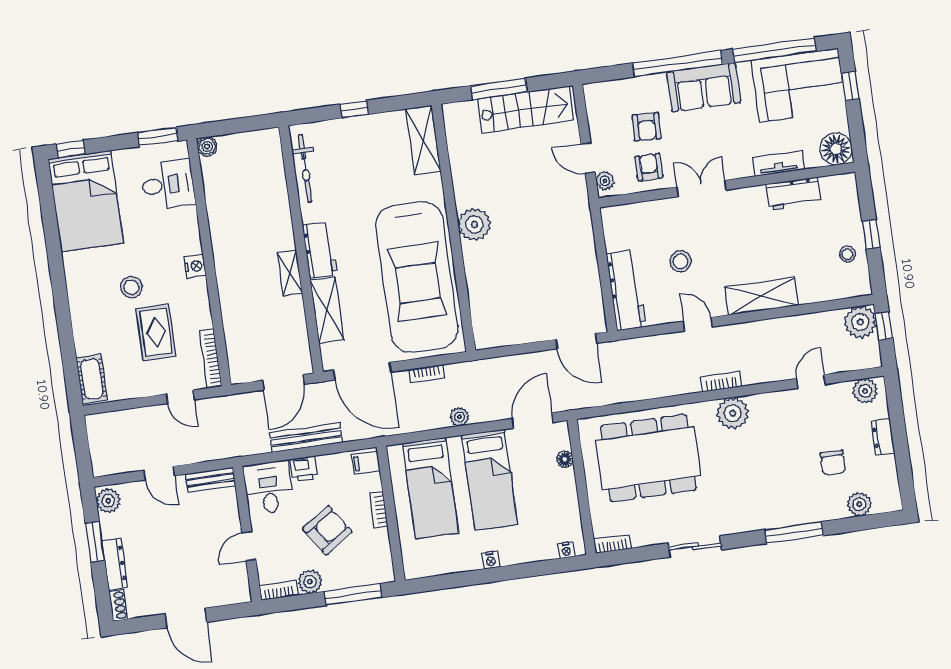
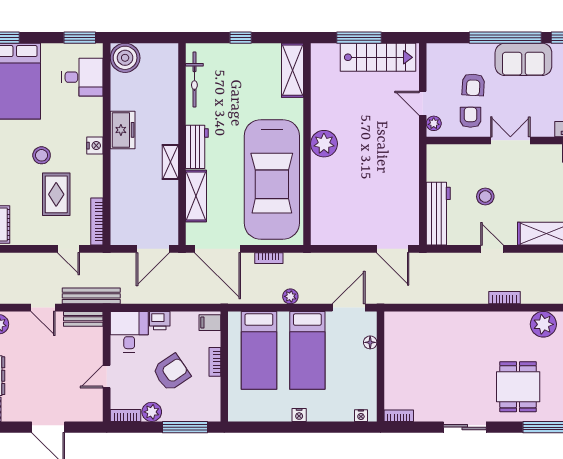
boiler: (207, 147) -> (125, 58), width x1.86, depth x1.86
freezer: (226, 242) -> (123, 130), added
plant: (733, 413) -> (543, 324), moved
bench: (306, 438) -> (91, 296), moved
dining table: (648, 458) -> (518, 387), moved, width x0.53, depth x0.80

